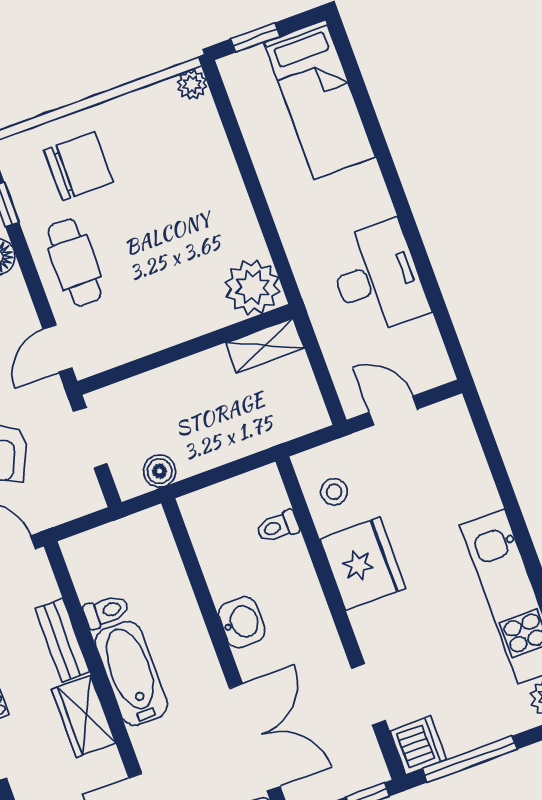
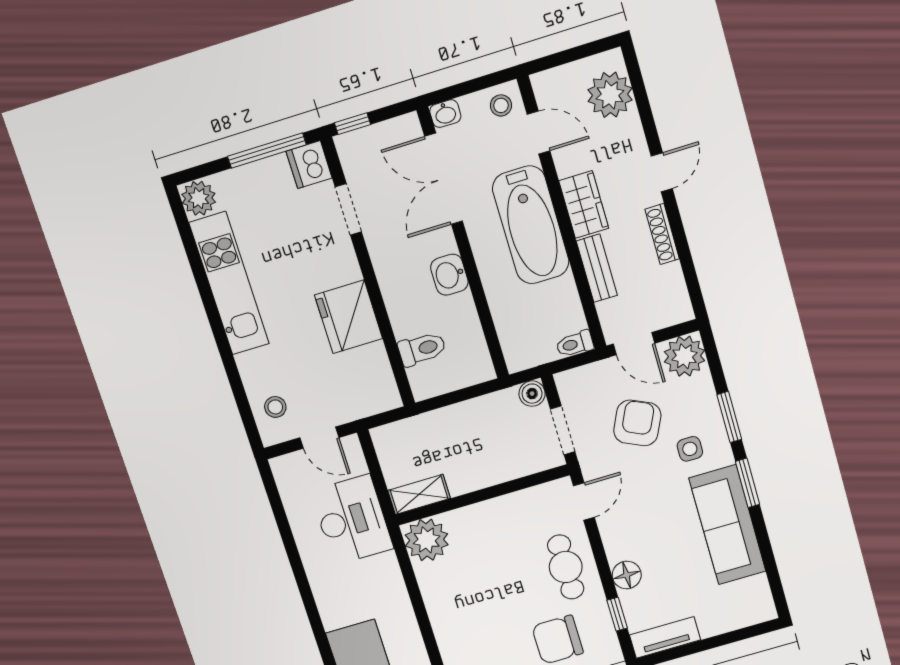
desk: (377, 278) -> (352, 520), moved, turned 180
boiler: (160, 471) -> (532, 394), moved
stool: (334, 492) -> (275, 407), moved
toilet: (278, 527) -> (422, 349), width x1.37, depth x1.39
toilet: (106, 611) -> (575, 344), moved
bathtub: (131, 673) -> (531, 225), width x1.36, depth x1.36

